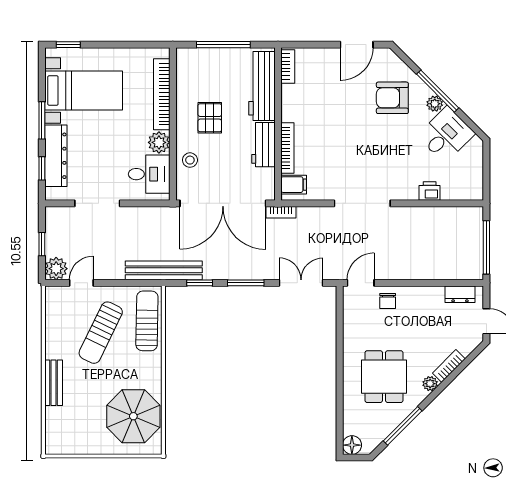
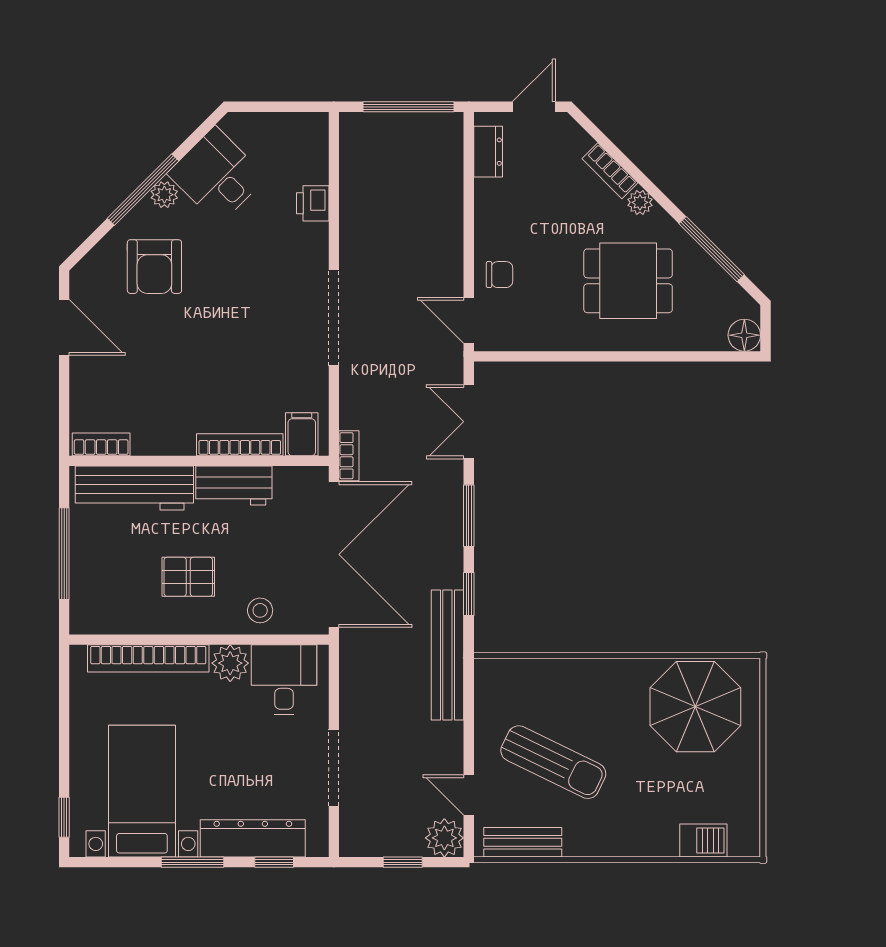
sun lounger: (147, 321) -> (533, 683), removed
bench: (54, 383) -> (523, 842), moved
barbecue: (55, 421) -> (703, 840), added

